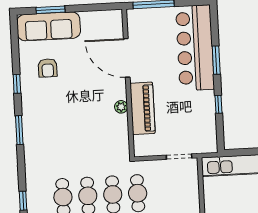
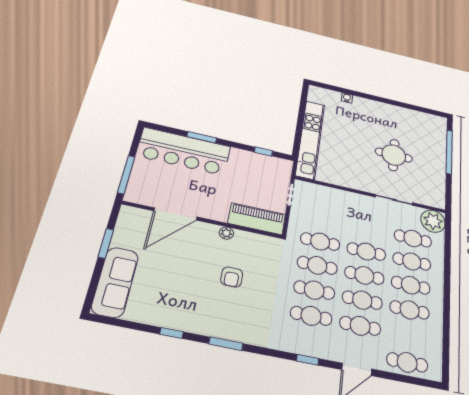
window: (51, 10) -> (106, 243), moved
armchair: (48, 68) -> (232, 277), moved, turned 90
window: (218, 104) -> (263, 151), moved
piano: (143, 108) -> (257, 219), moved

